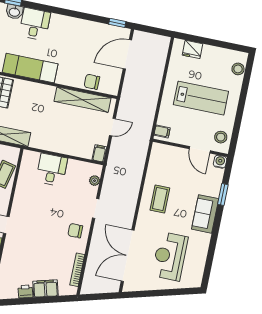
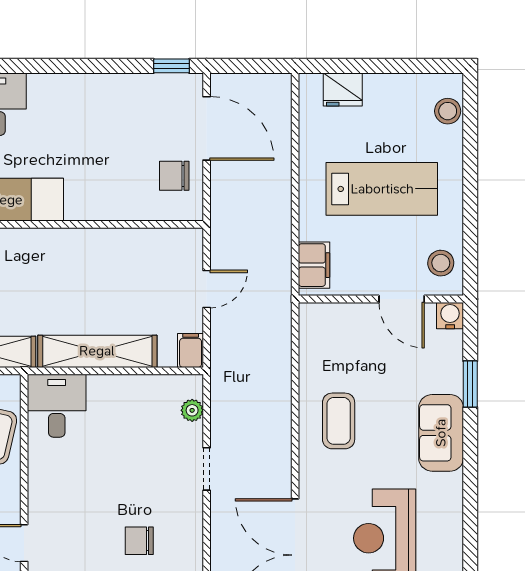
door: (127, 54) -> (207, 128), swing flipped
chair: (92, 82) -> (174, 176), moved
shelving: (83, 100) -> (97, 351), moved
filing cabinet: (162, 131) -> (314, 265), width x2.00
desk: (52, 170) -> (57, 406), moved
chair: (75, 231) -> (139, 541), moved

